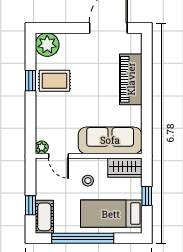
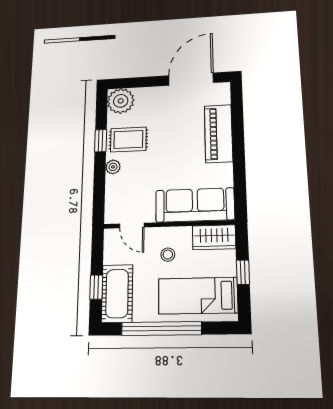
plant: (42, 147) -> (113, 167), moved
cot: (44, 217) -> (117, 293), width x1.37, depth x1.34

